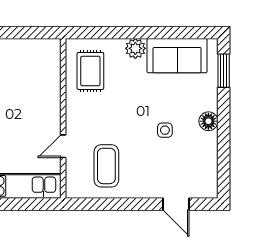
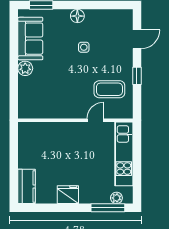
rug: (90, 71) -> (41, 101), removed
door: (63, 146) -> (95, 120), swing flipped
window: (125, 204) -> (137, 76), added

